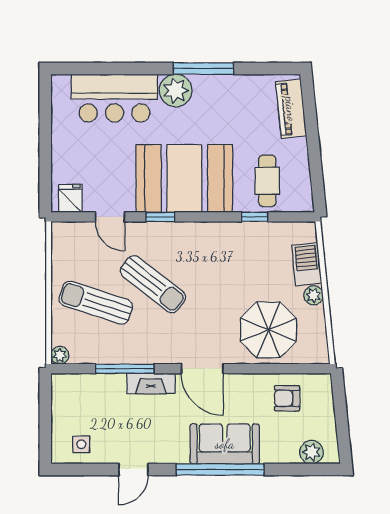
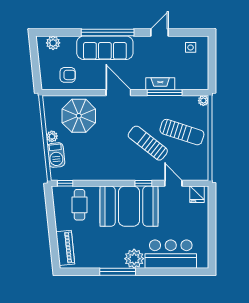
window: (255, 217) -> (65, 183), moved
fireplace: (151, 384) -> (160, 84), moved
sofa: (225, 444) -> (105, 48), width x1.36

